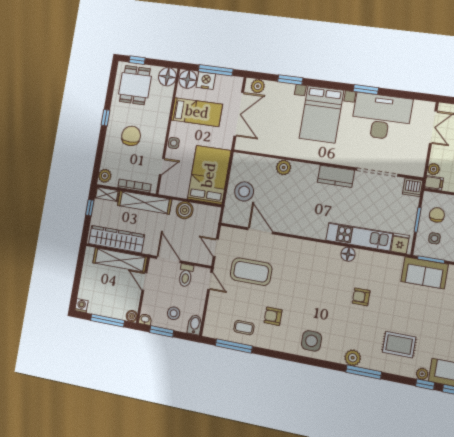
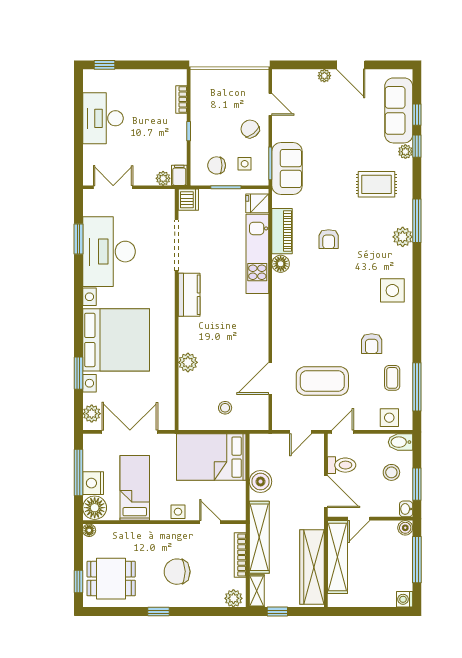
floor lamp: (167, 77) -> (89, 530), width x0.53, depth x0.53
window: (366, 89) -> (78, 239), moved
bed with nightstands: (321, 114) -> (116, 340), width x1.36
stool: (244, 191) -> (225, 408), width x0.53, depth x0.53
door: (168, 260) -> (326, 492), swing flipped
piano: (374, 260) -> (282, 231), added
coffee table: (251, 272) -> (322, 381), turned 90
side table: (214, 319) -> (389, 418), added
rug: (399, 345) -> (377, 184), turned 90

